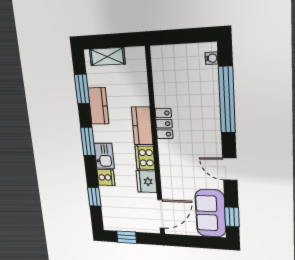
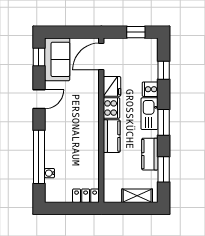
water cooler: (212, 58) -> (50, 173), moved
locker: (164, 124) -> (86, 196), moved, turned 90
kitchen sink: (104, 156) -> (149, 114), width x1.38
door: (230, 169) -> (39, 99), hinge flipped

